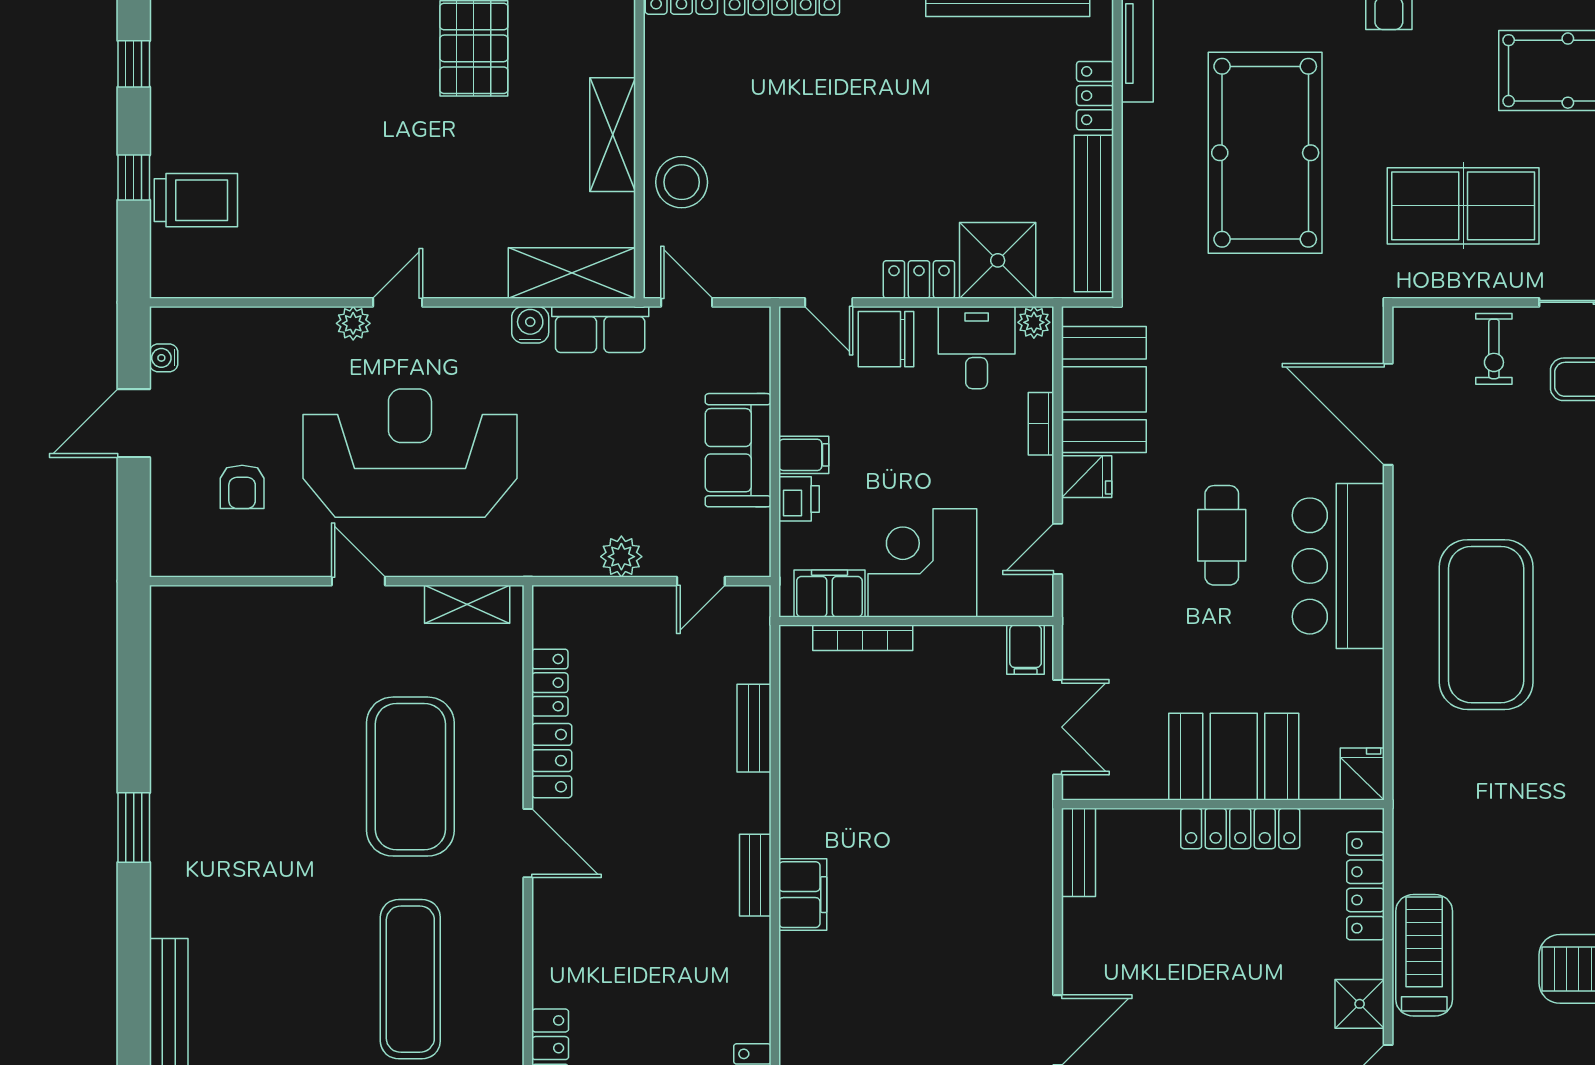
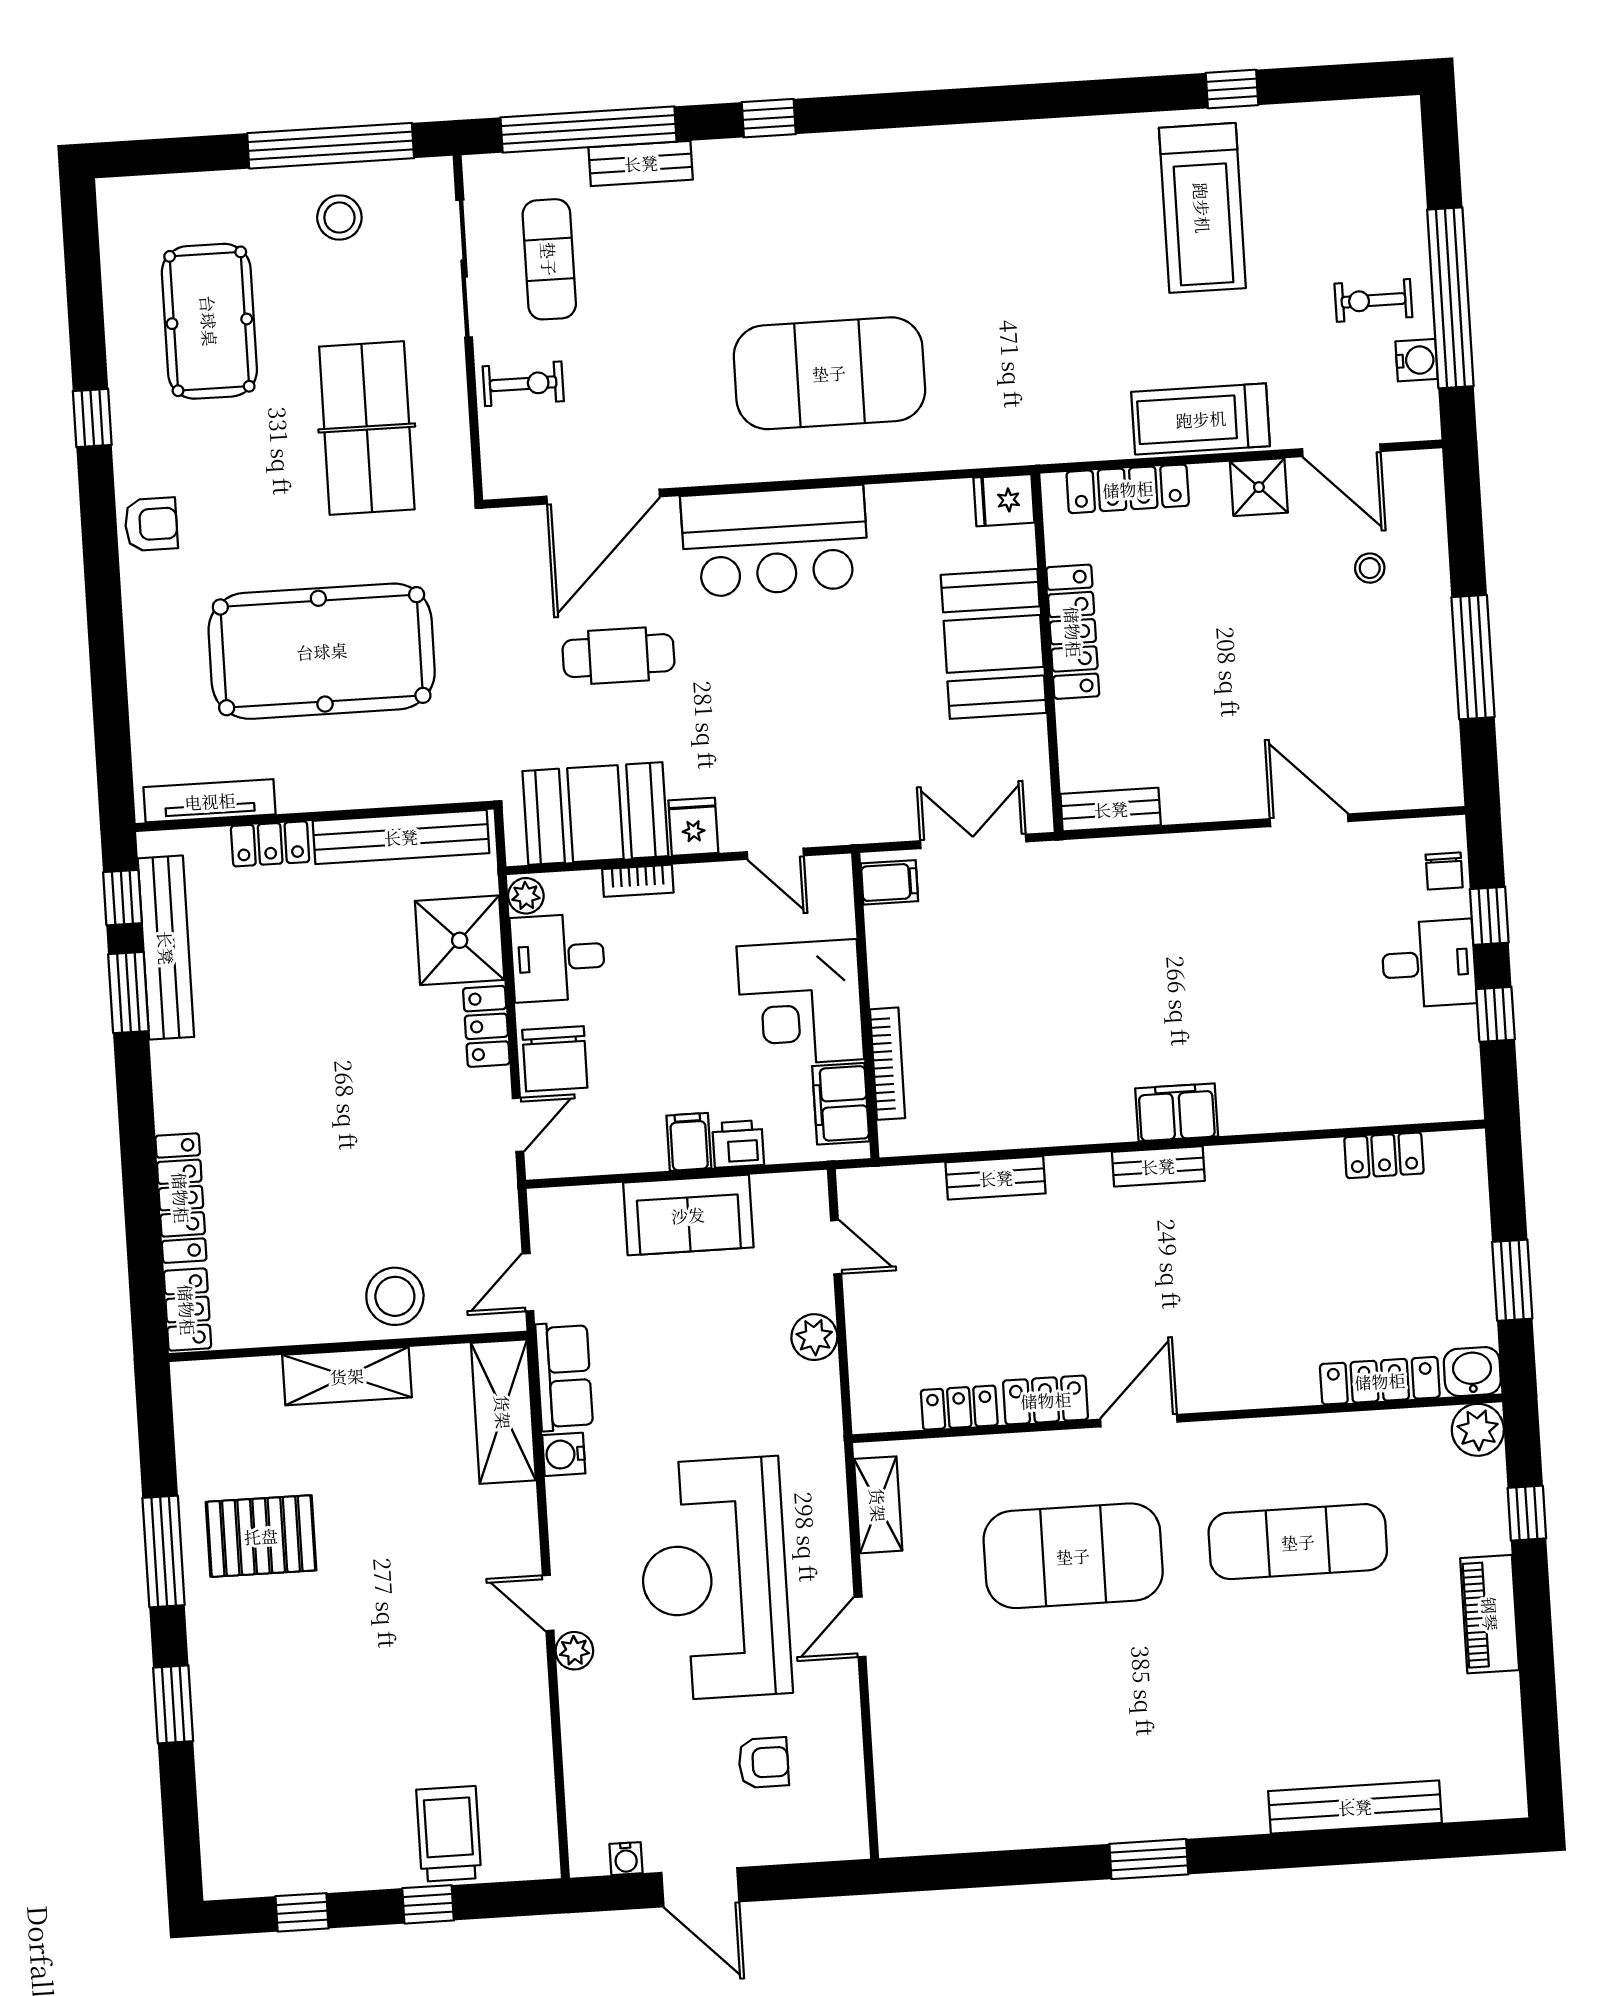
cafe table: (1222, 535) -> (618, 656), moved

